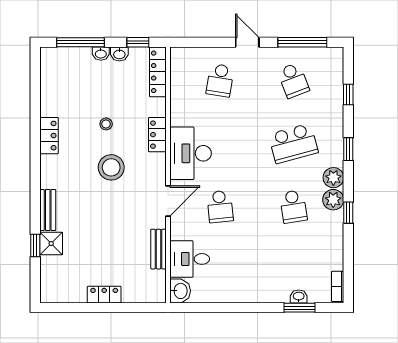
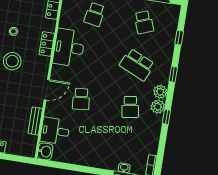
school desk: (293, 143) -> (137, 65), turned 39
desk: (190, 153) -> (69, 48), moved

